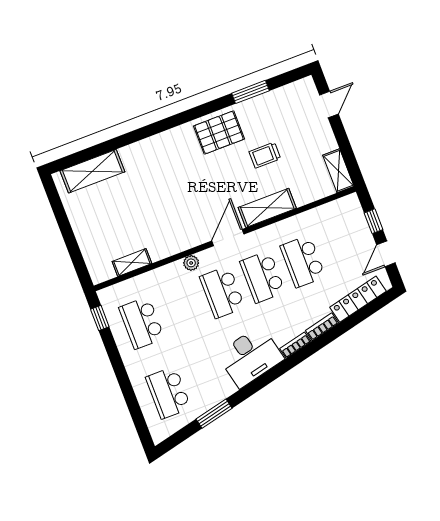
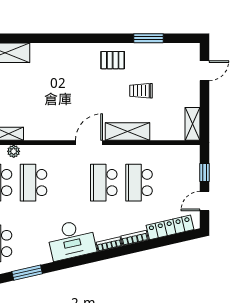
pallet: (219, 132) -> (113, 60), width x0.67, depth x0.71
plant: (191, 263) -> (14, 151), moved
school desk: (222, 292) -> (34, 183), moved

